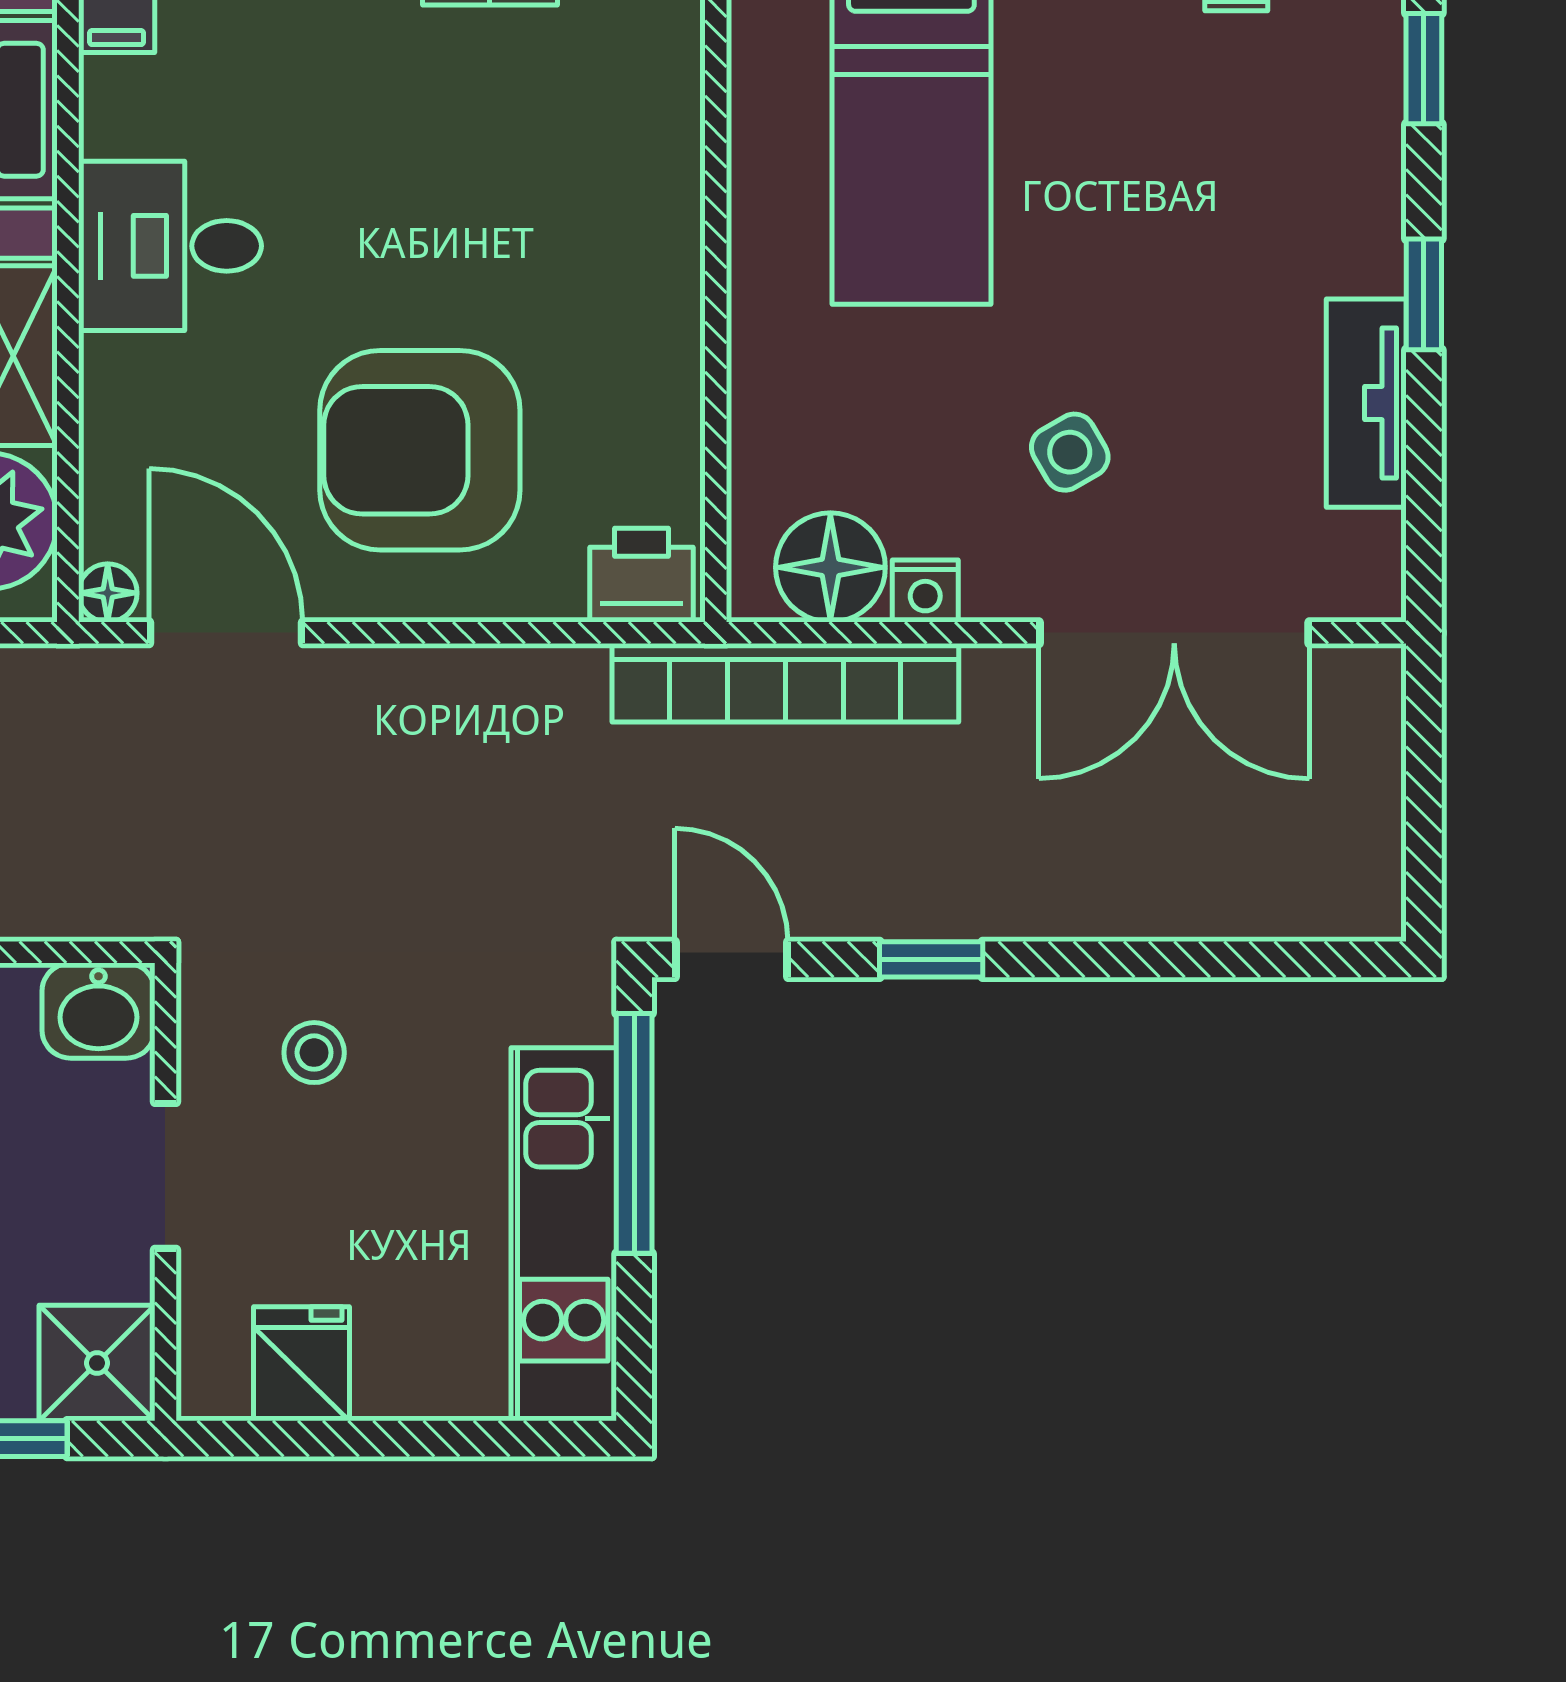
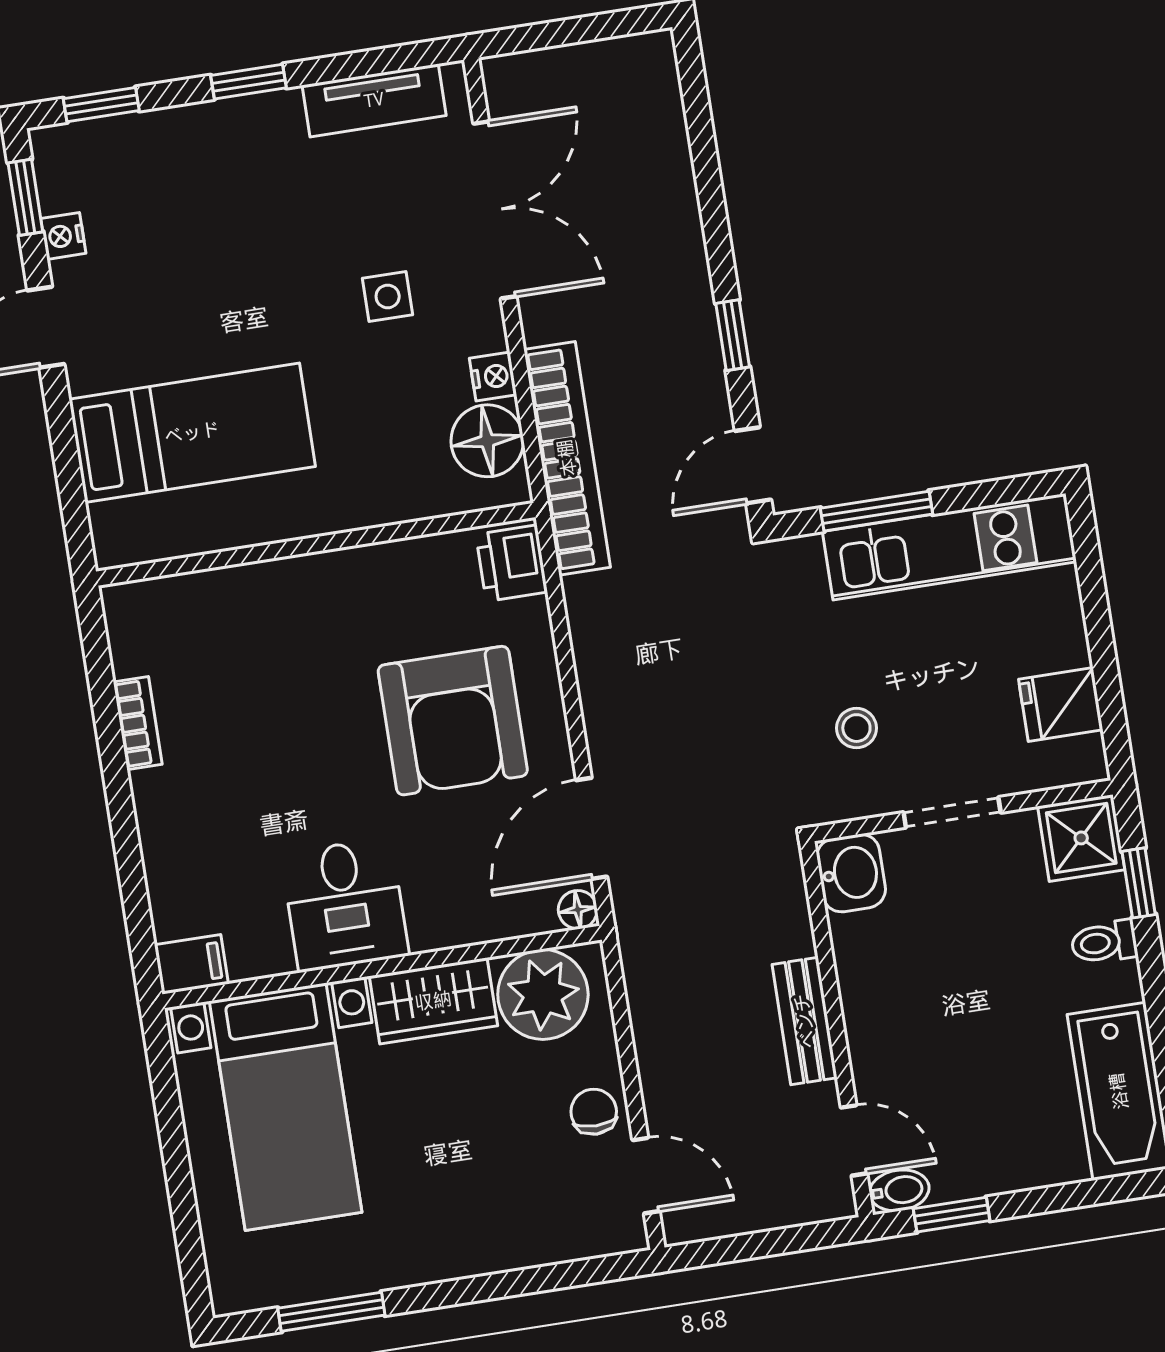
tv unit: (1366, 403) -> (374, 100), moved
side table: (1070, 452) -> (388, 296), turned 30
window: (634, 1133) -> (876, 511), width x0.69

